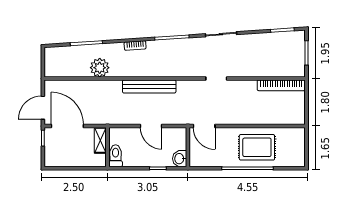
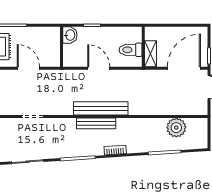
plant: (100, 68) -> (176, 128), moved
bench: (154, 72) -> (96, 123), added
door: (67, 126) -> (184, 68), swing flipped
door: (204, 126) -> (28, 68), moved
toilet: (116, 156) -> (131, 50), moved, turned 90

